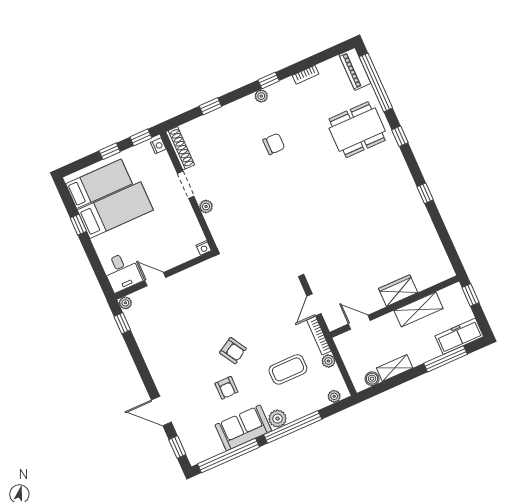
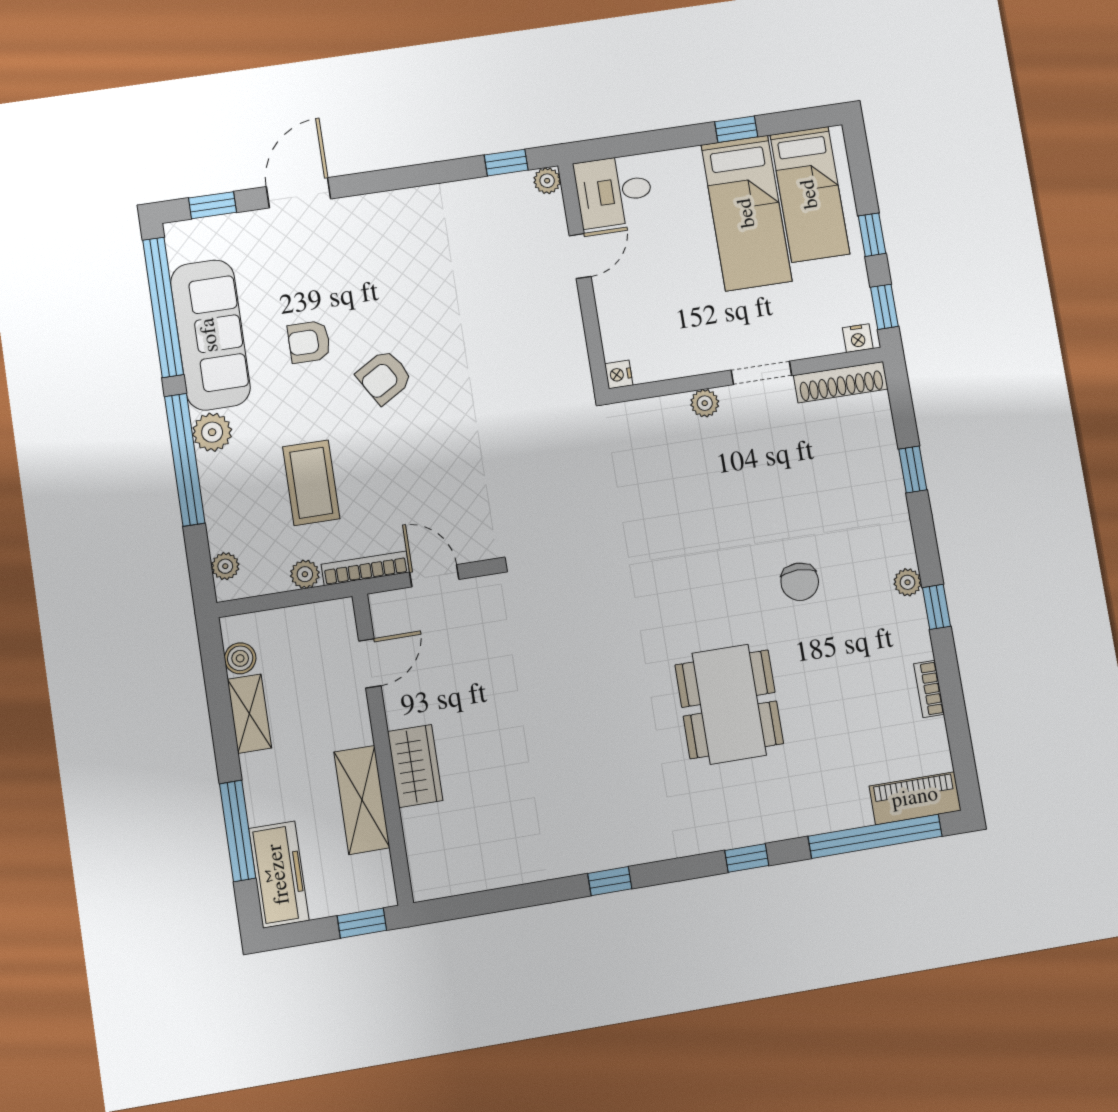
dining table: (357, 130) -> (729, 704), moved
sofa: (243, 428) -> (210, 335), width x1.36

